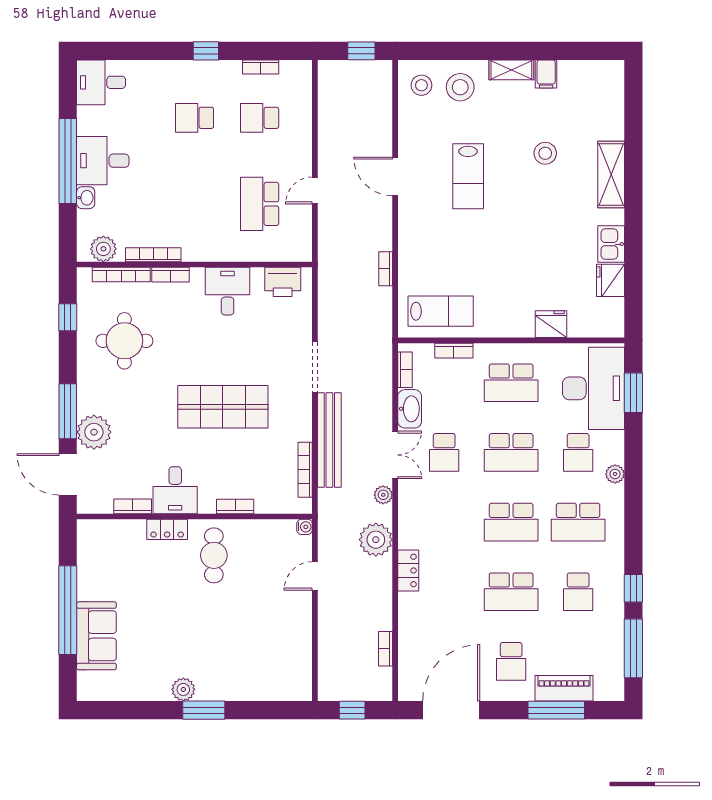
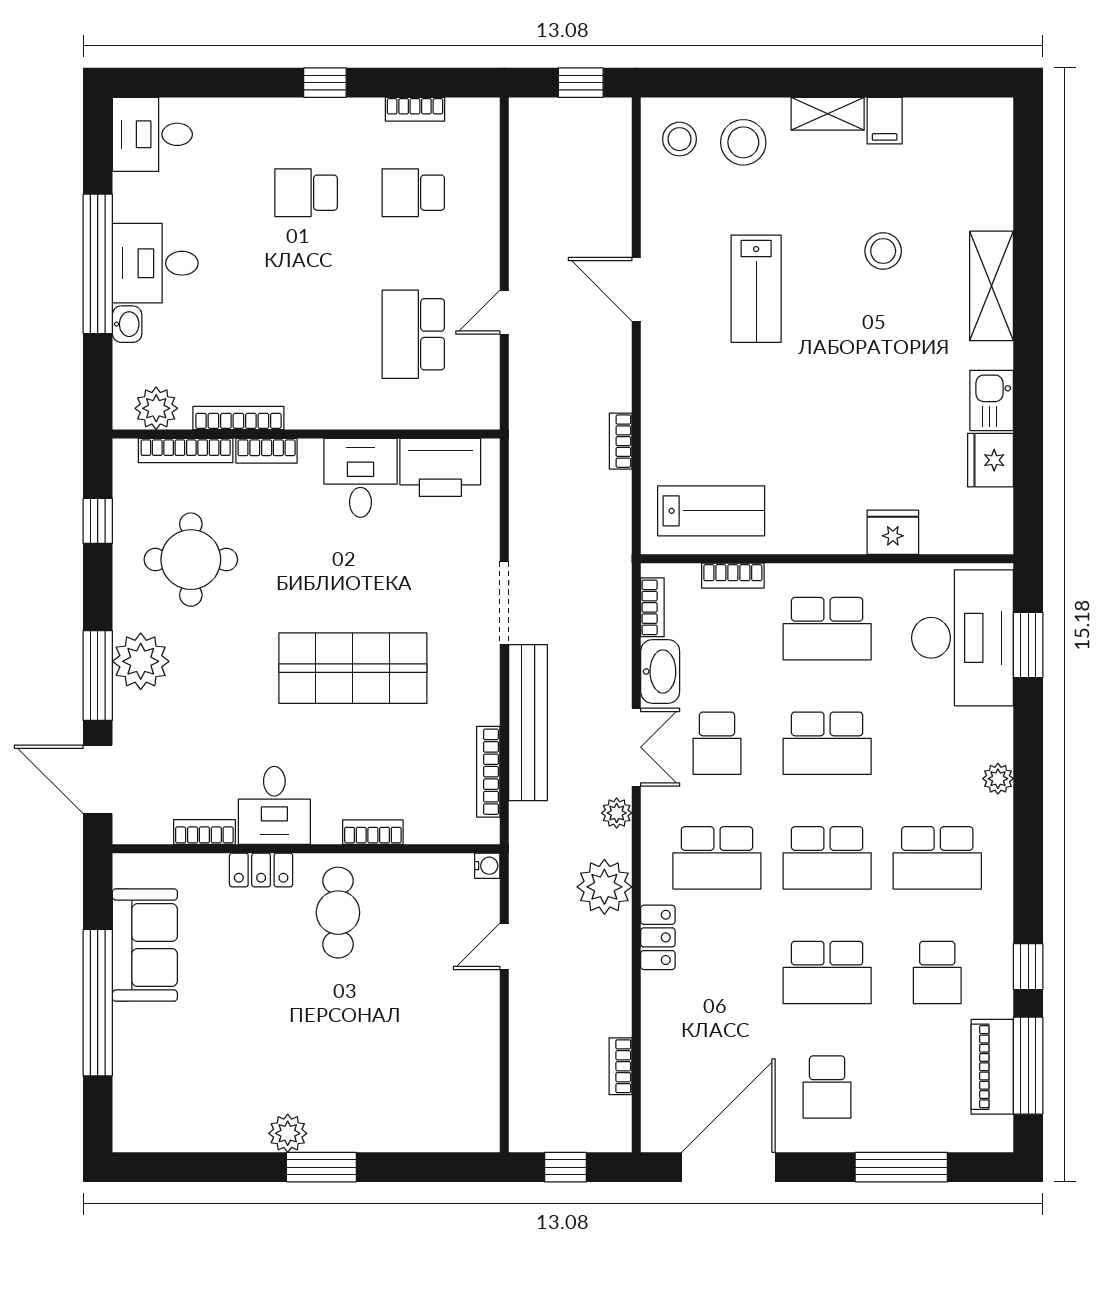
printer: (283, 282) -> (440, 467), width x1.37, depth x1.19
plant: (94, 432) -> (141, 661), moved
school desk: (578, 452) -> (717, 858), moved, width x1.85
sofa: (96, 636) -> (145, 945), moved
piano: (564, 688) -> (992, 1067), moved, turned -90

